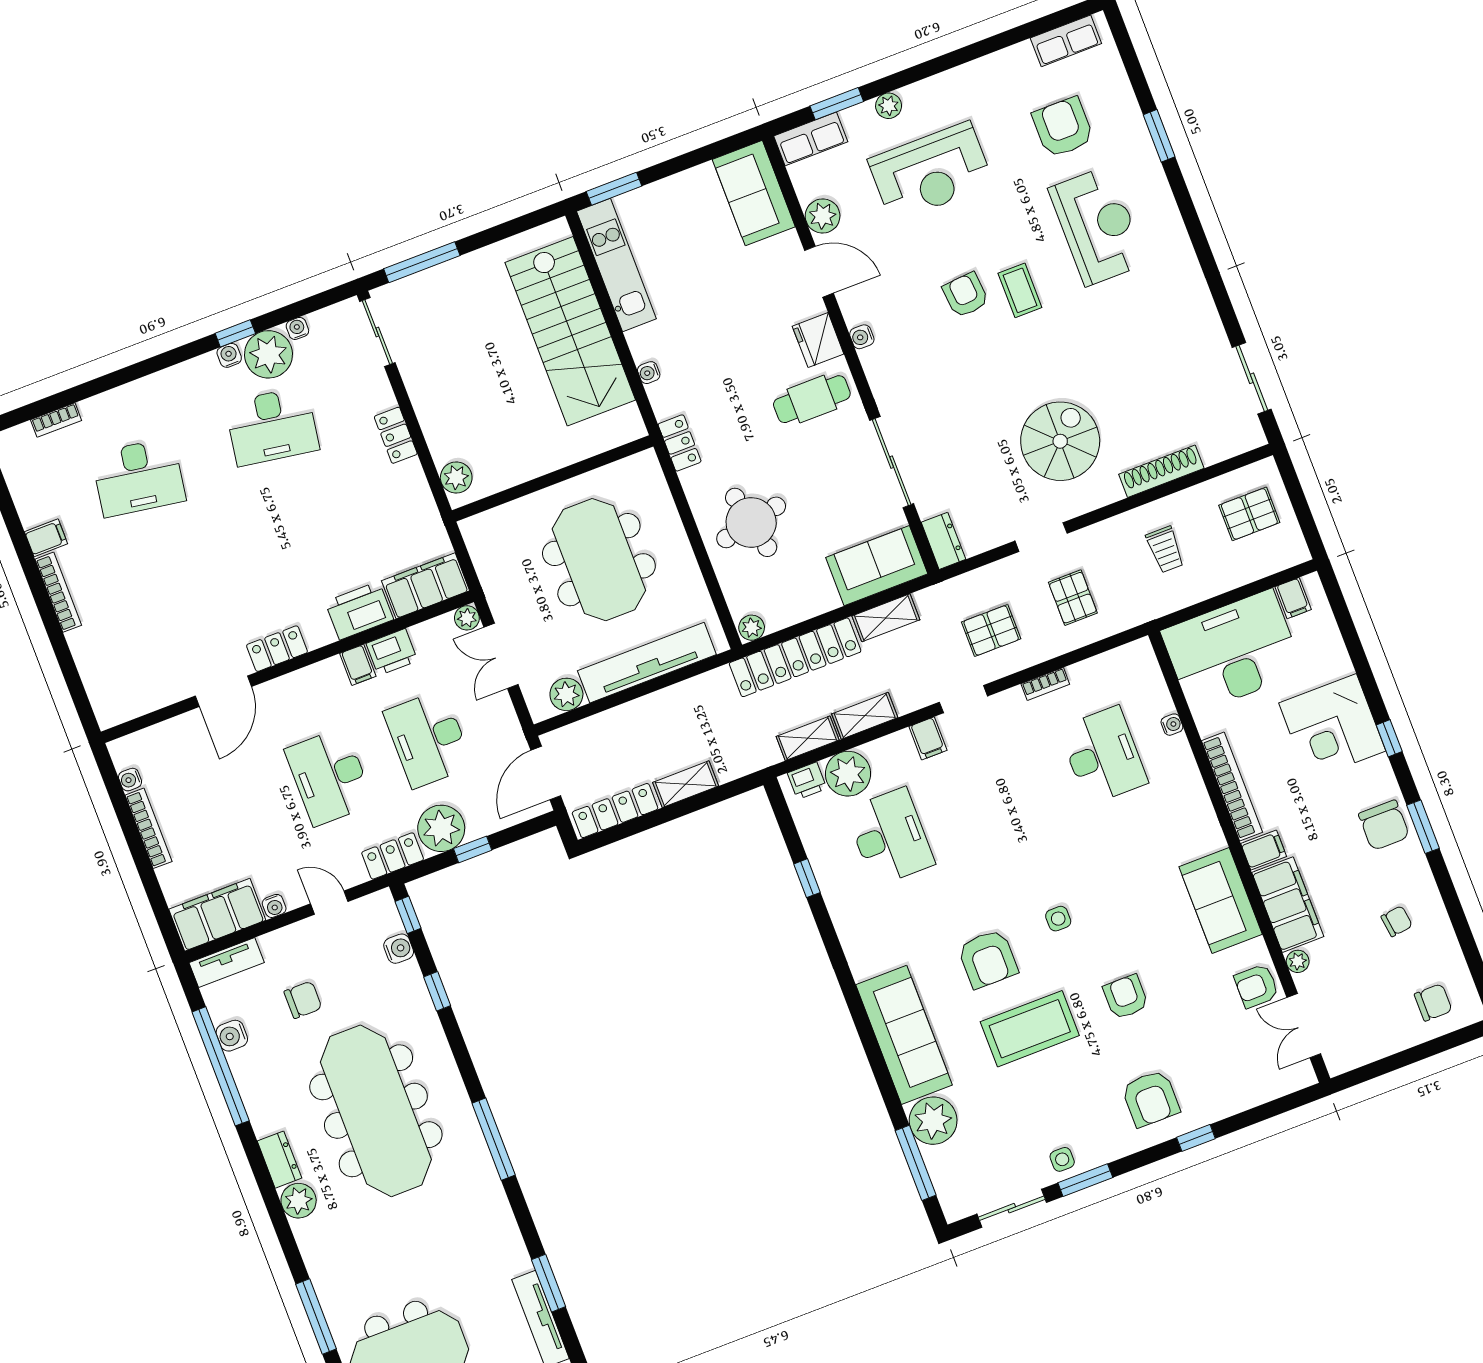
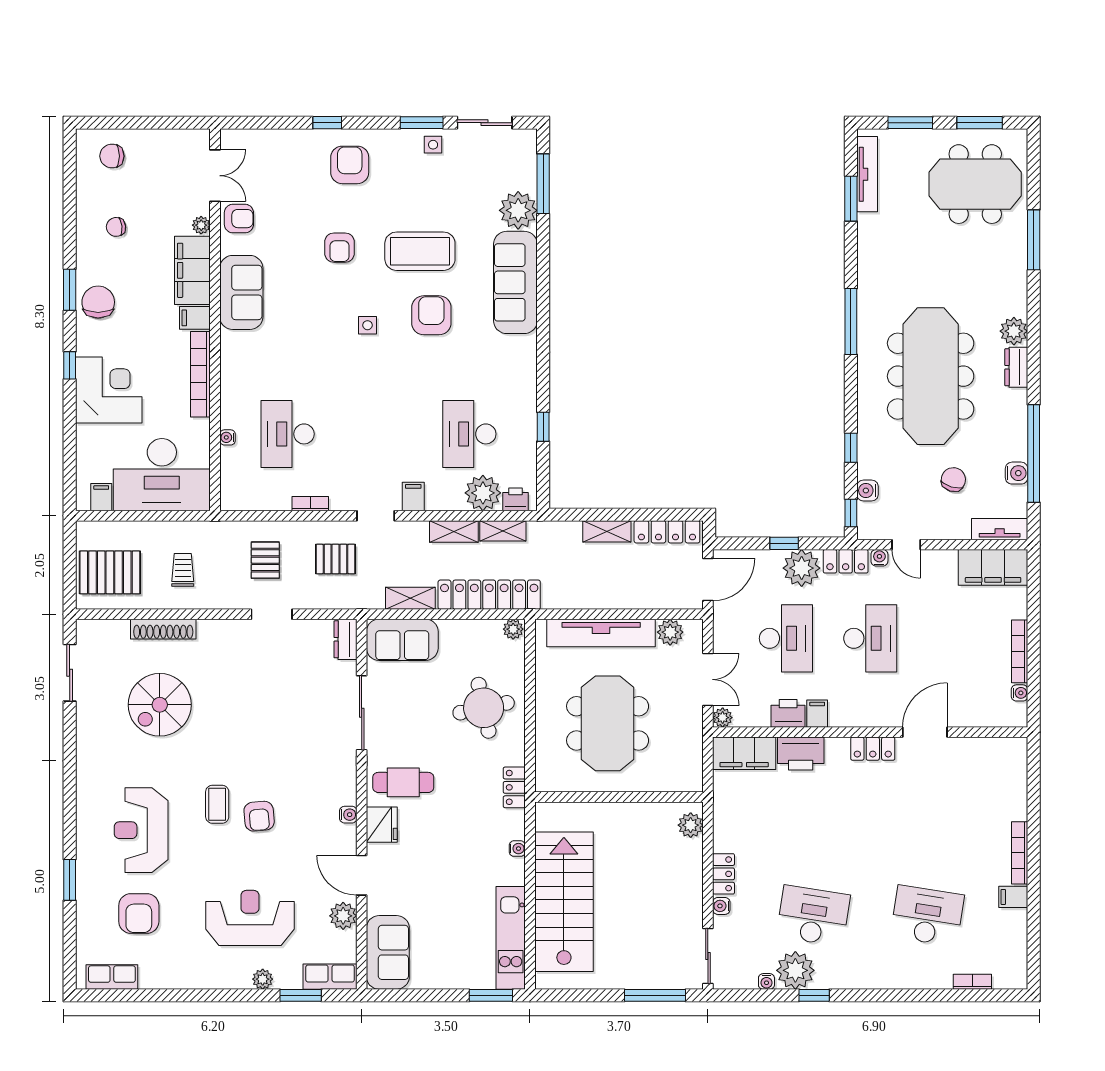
water cooler: (229, 355) -> (721, 906), moved, turned 90
spiral stairs: (1060, 441) -> (160, 705), moved
pallet: (1249, 514) -> (110, 572), width x1.50, depth x1.42
water cooler: (274, 906) -> (879, 558), moved
chair: (303, 1000) -> (953, 480), turned 107

